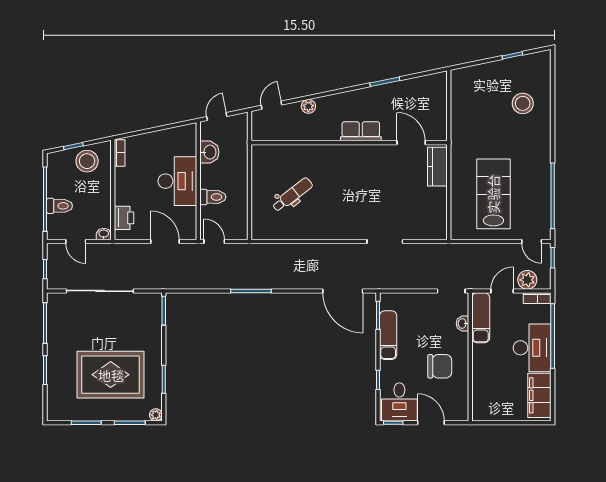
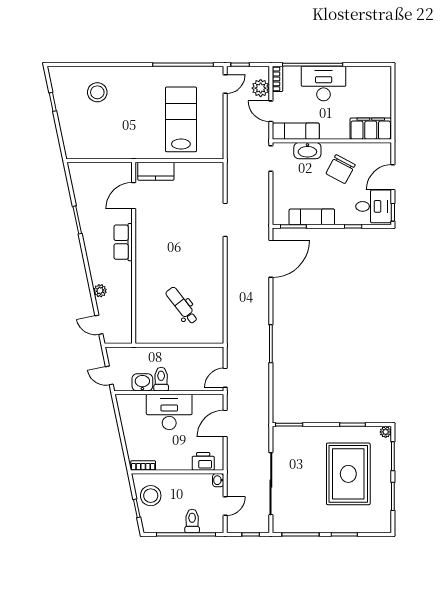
lab bench: (493, 194) -> (181, 119), turned 90
toilet: (213, 197) -> (161, 379), moved
washbasin: (462, 323) -> (307, 151), width x1.91, depth x1.45
chair: (440, 366) -> (341, 169), turned -152
filing cabinet: (539, 395) -> (371, 129), moved, turned 180

